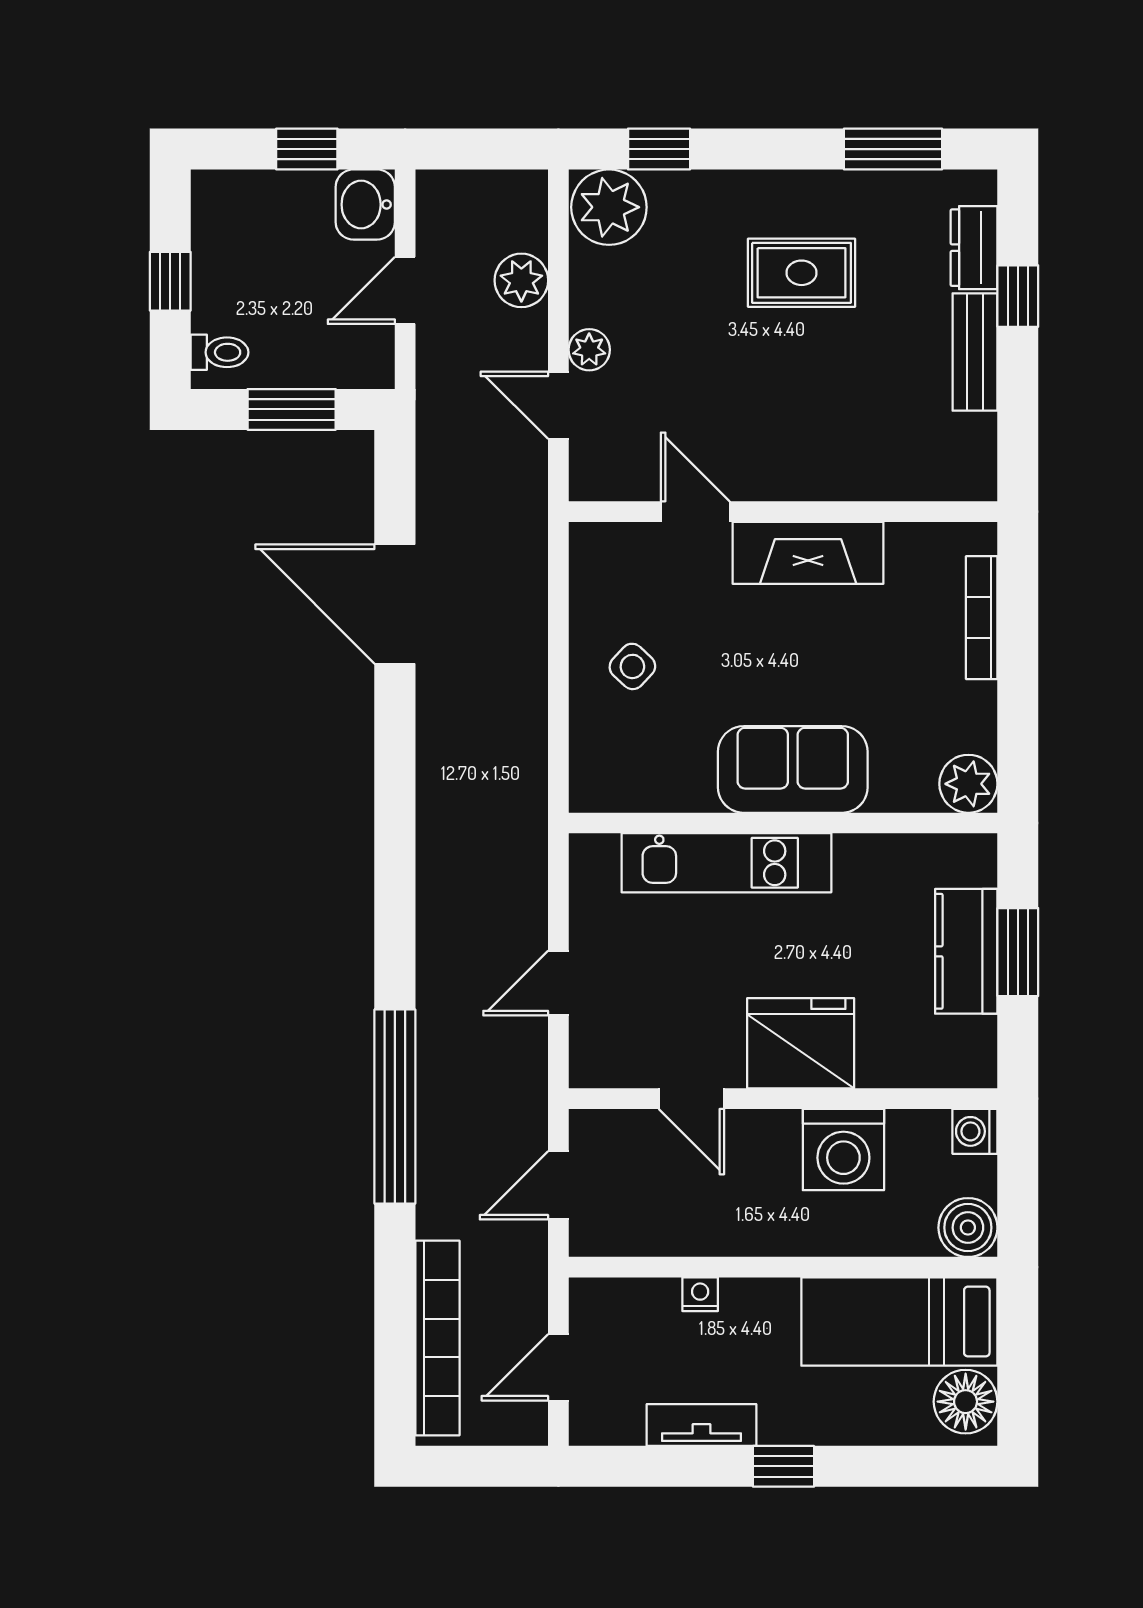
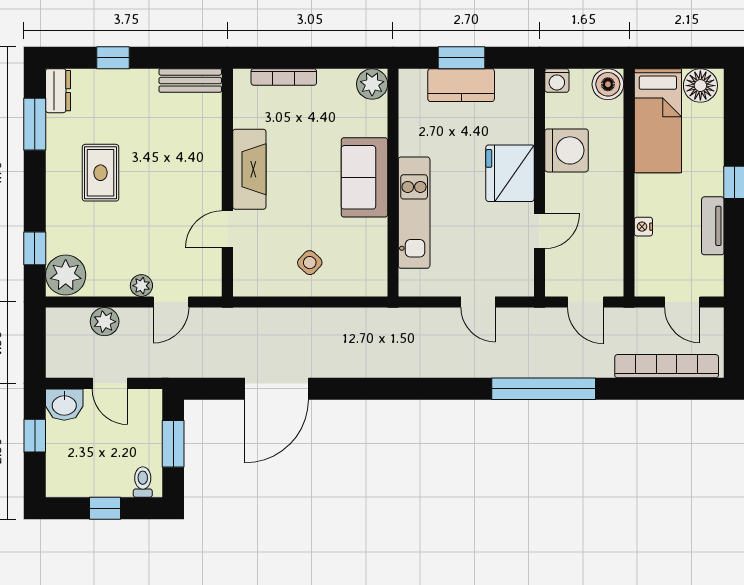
dresser: (974, 248) -> (58, 91), moved, turned -90
bench: (975, 352) -> (190, 81), moved

